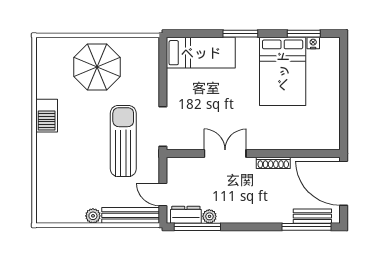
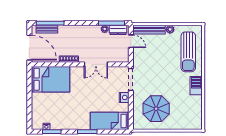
parasol: (97, 67) -> (156, 109), moved
bed: (283, 71) -> (51, 79), moved, turned 90
nightstand: (175, 94) -> (124, 97), added
sun lounger: (123, 141) -> (188, 52), moved

